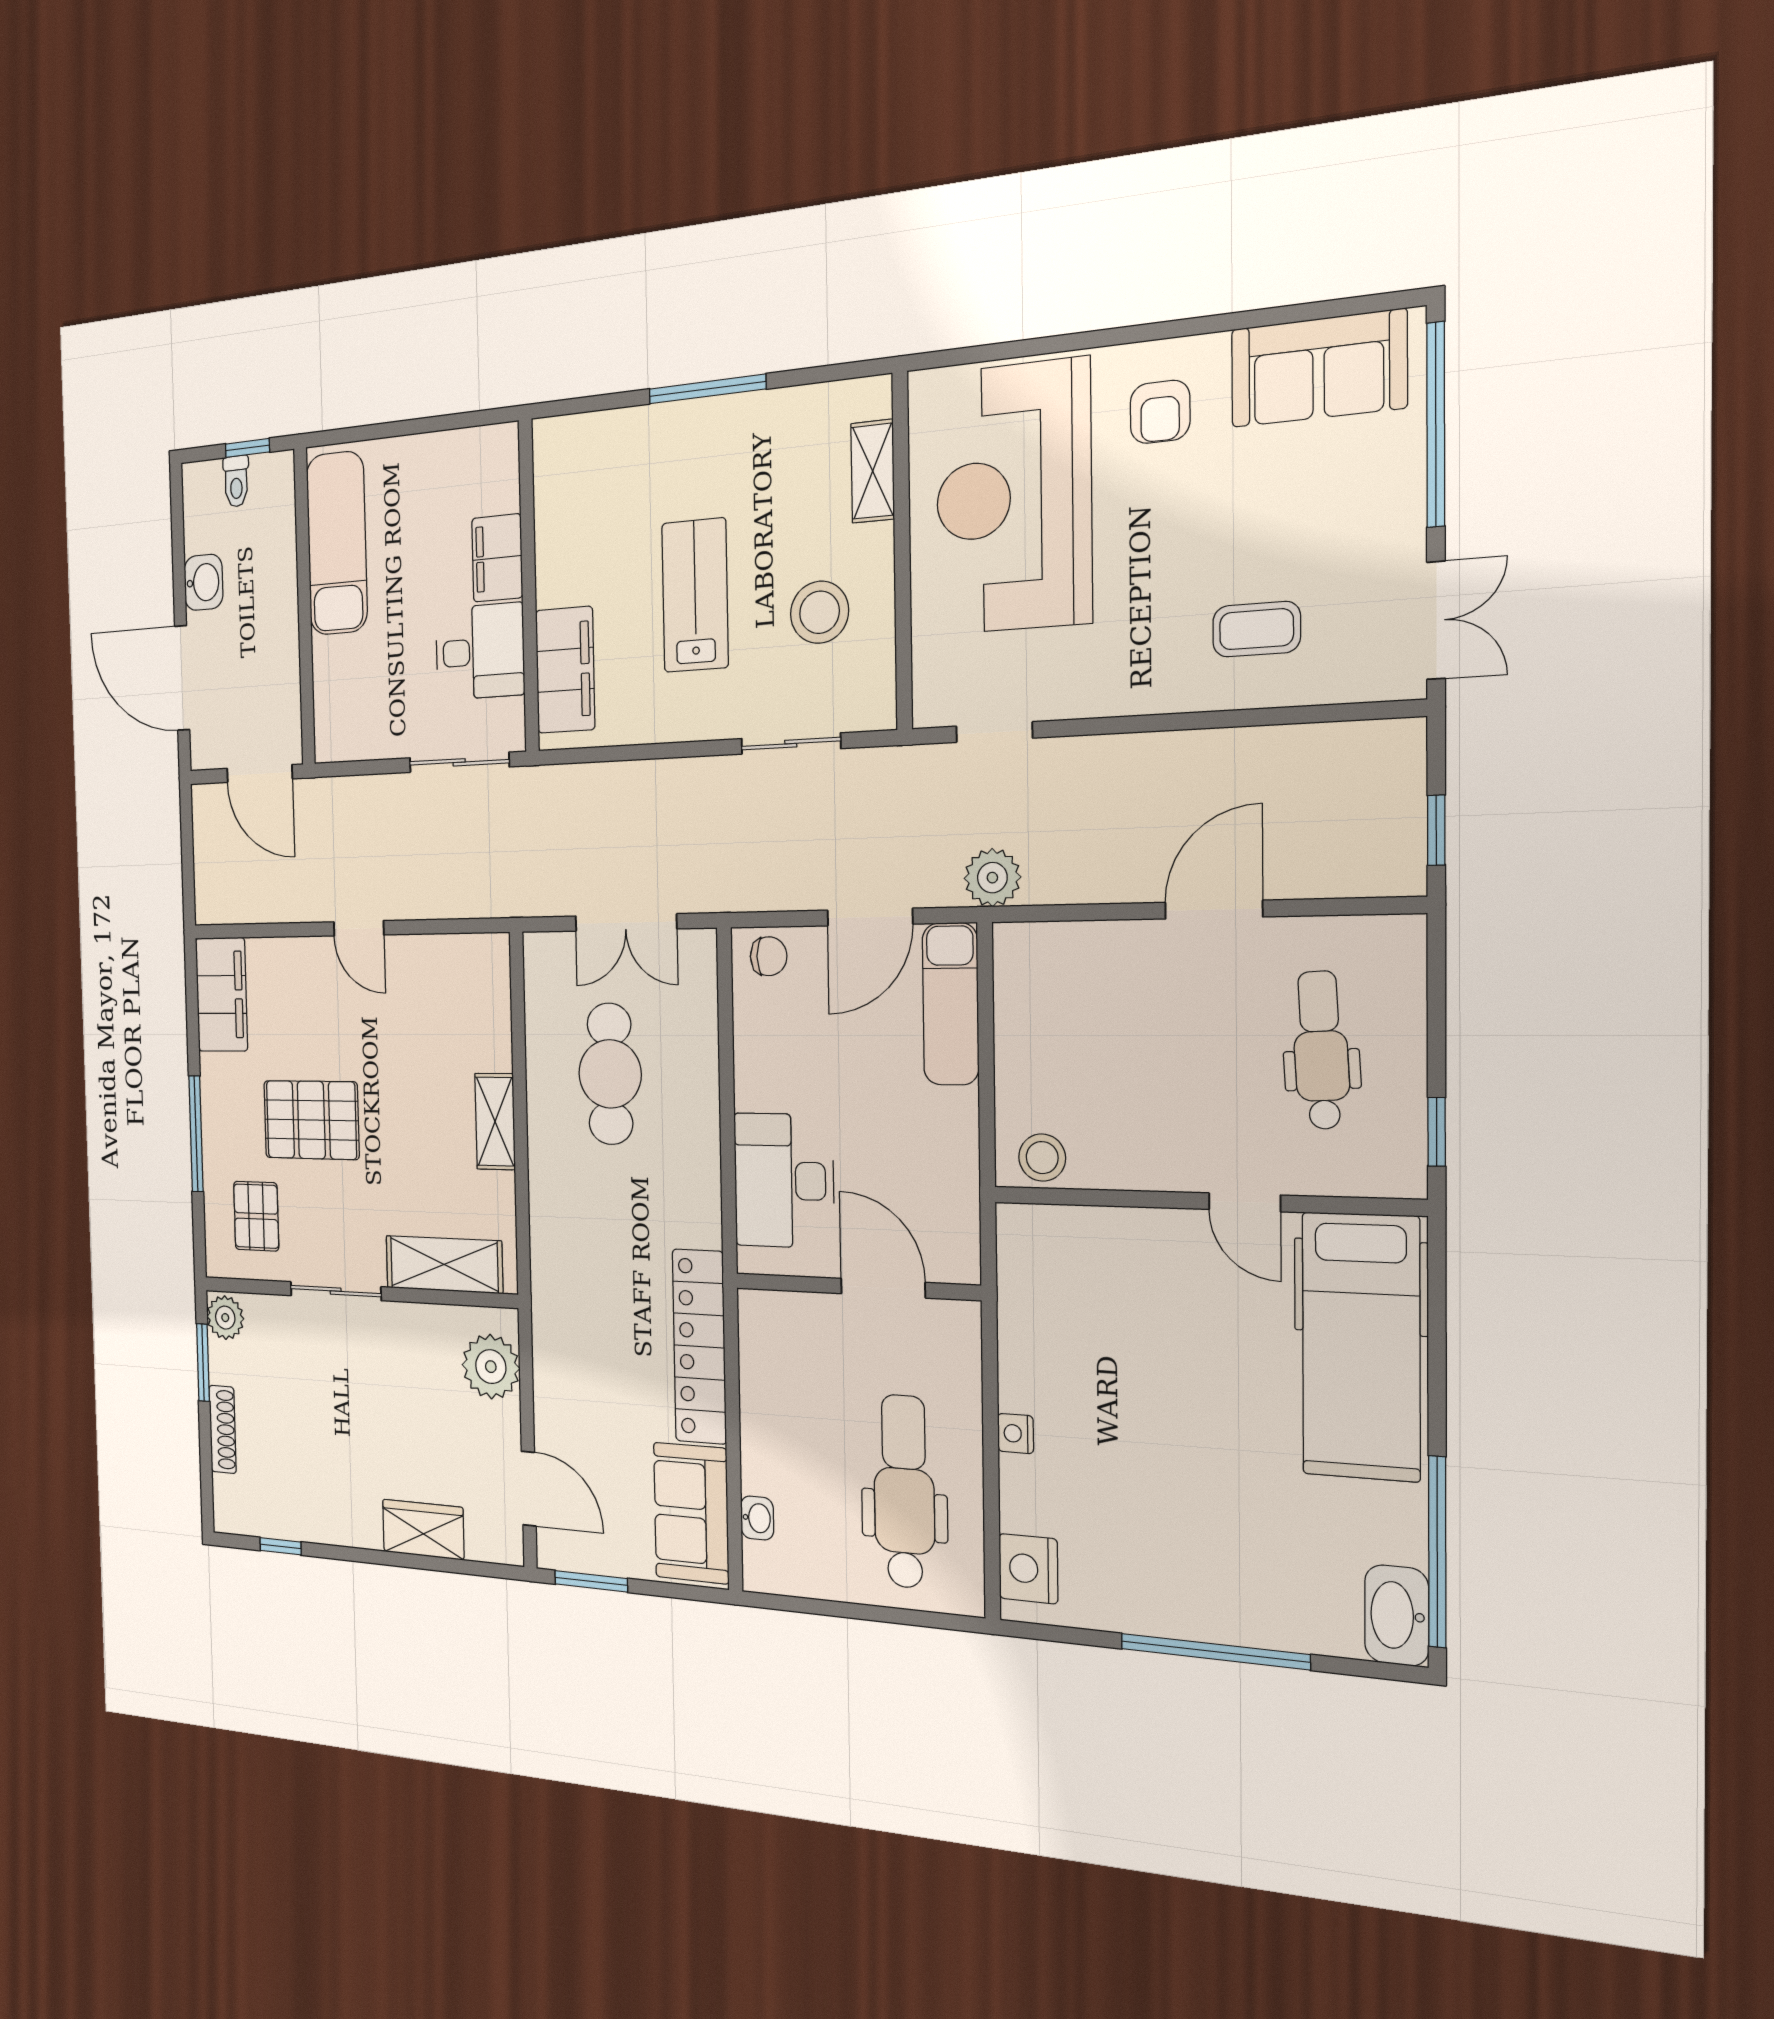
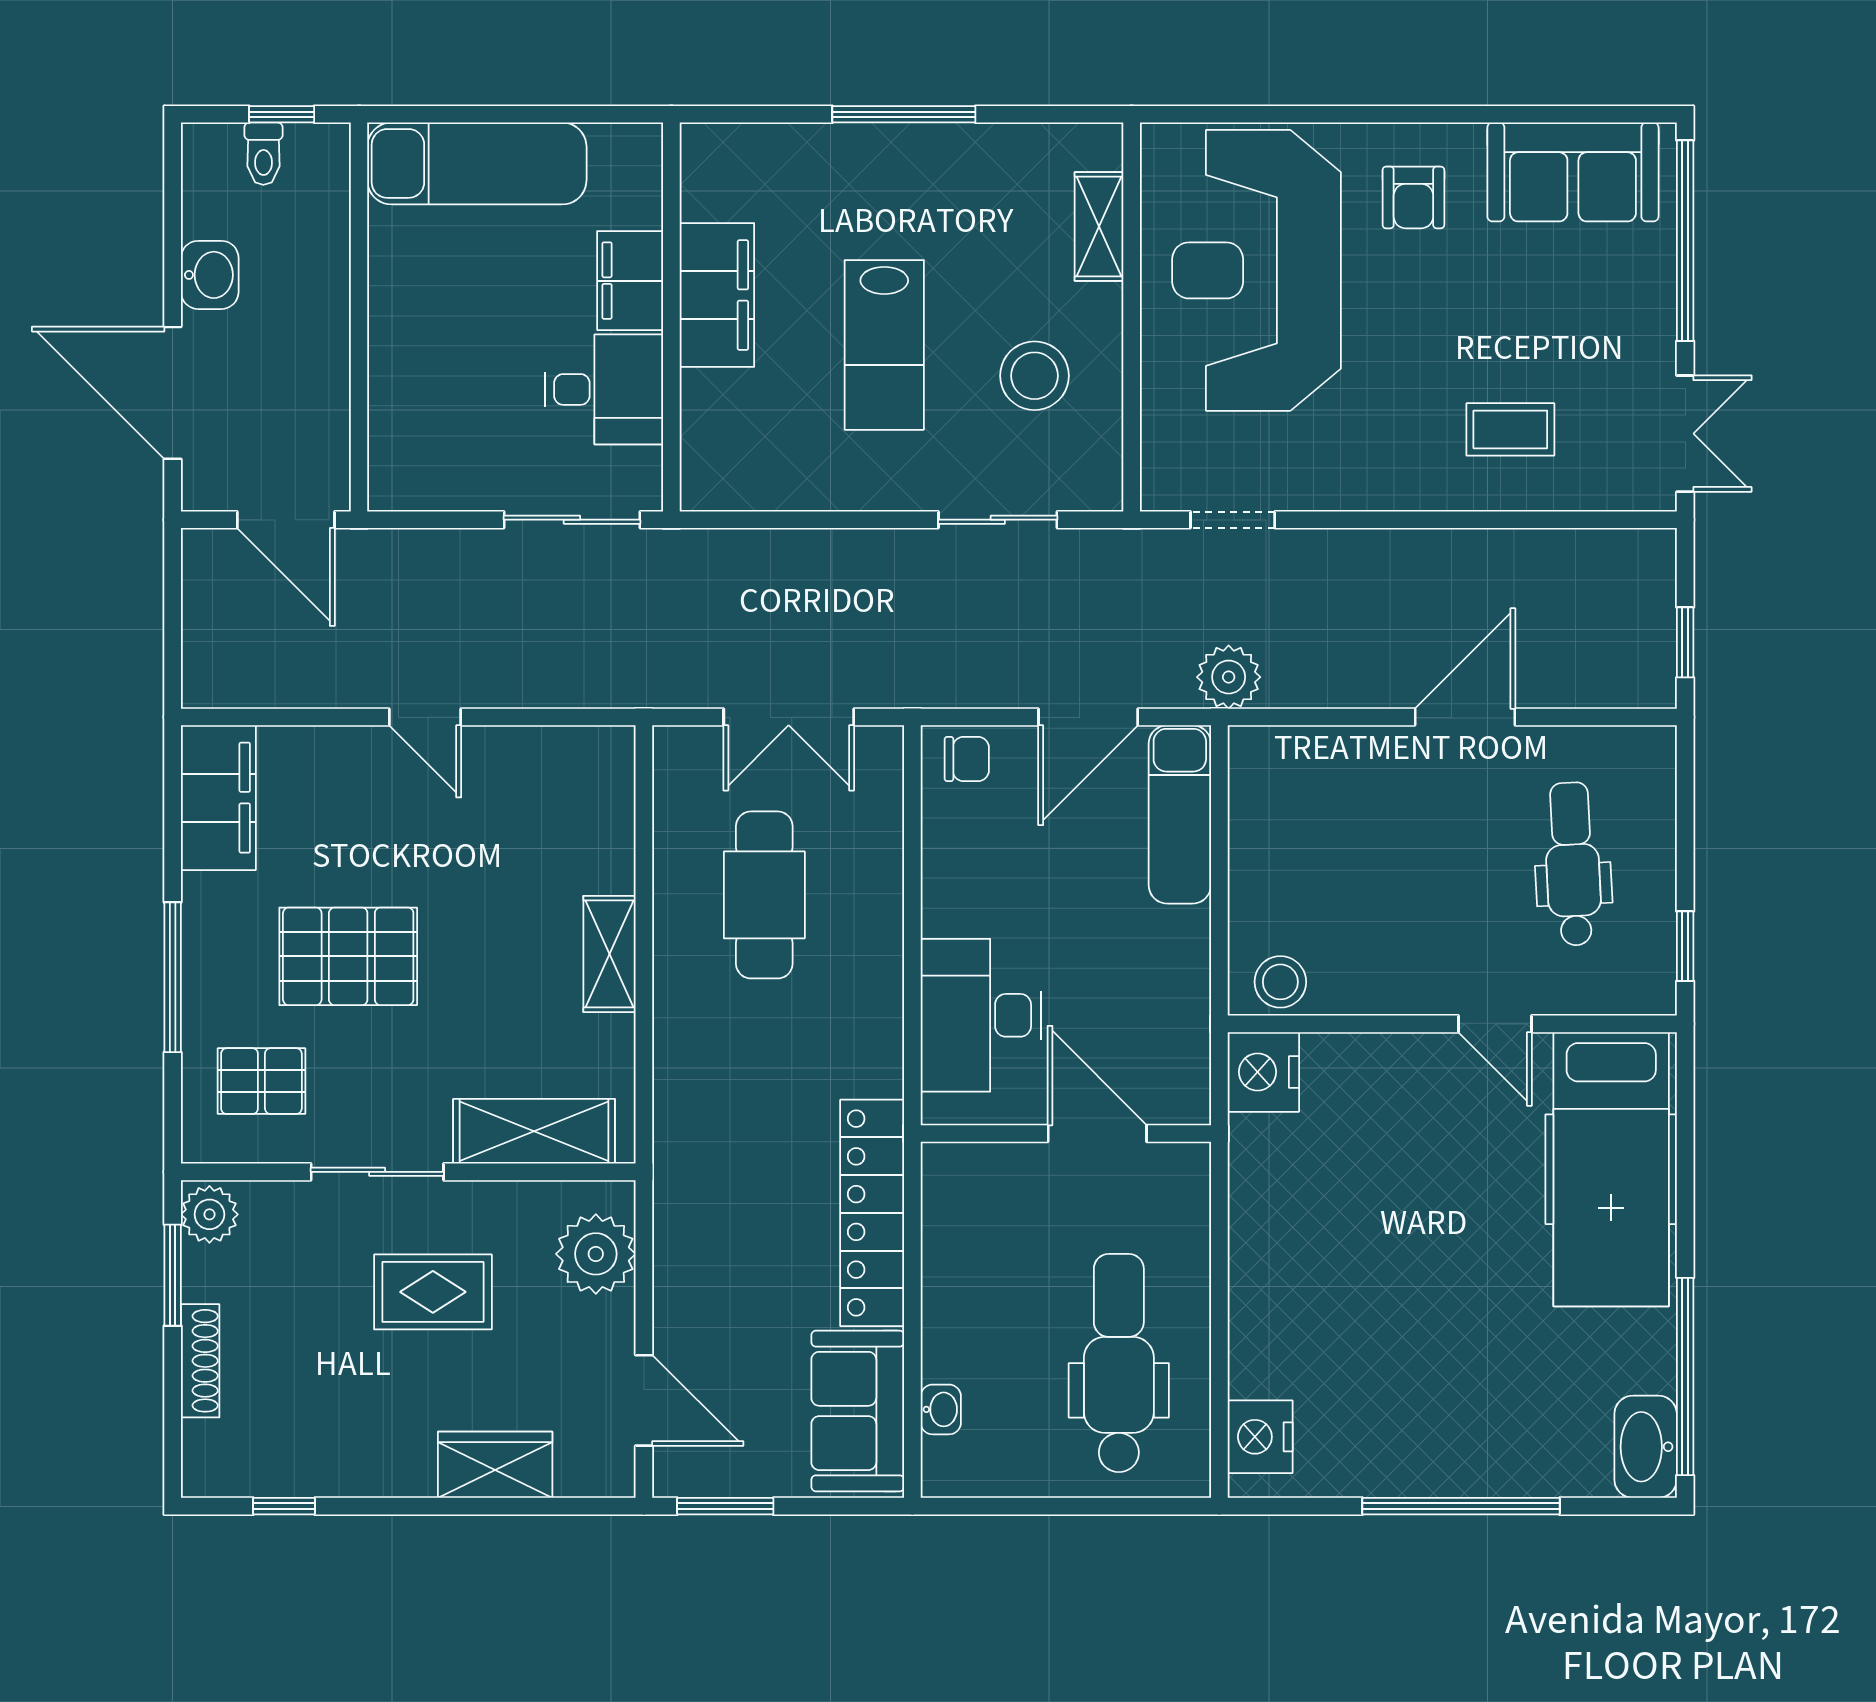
exam couch: (337, 543) -> (477, 163), moved, turned 90
lab bench: (695, 595) -> (884, 345), turned 180
filing cabinet: (565, 670) -> (717, 295), moved
pallet: (256, 1216) -> (261, 1081), turned 90
rug: (376, 1389) -> (433, 1292), added
nightstand: (1016, 1434) -> (1263, 1072), moved, width x1.89, depth x1.79

